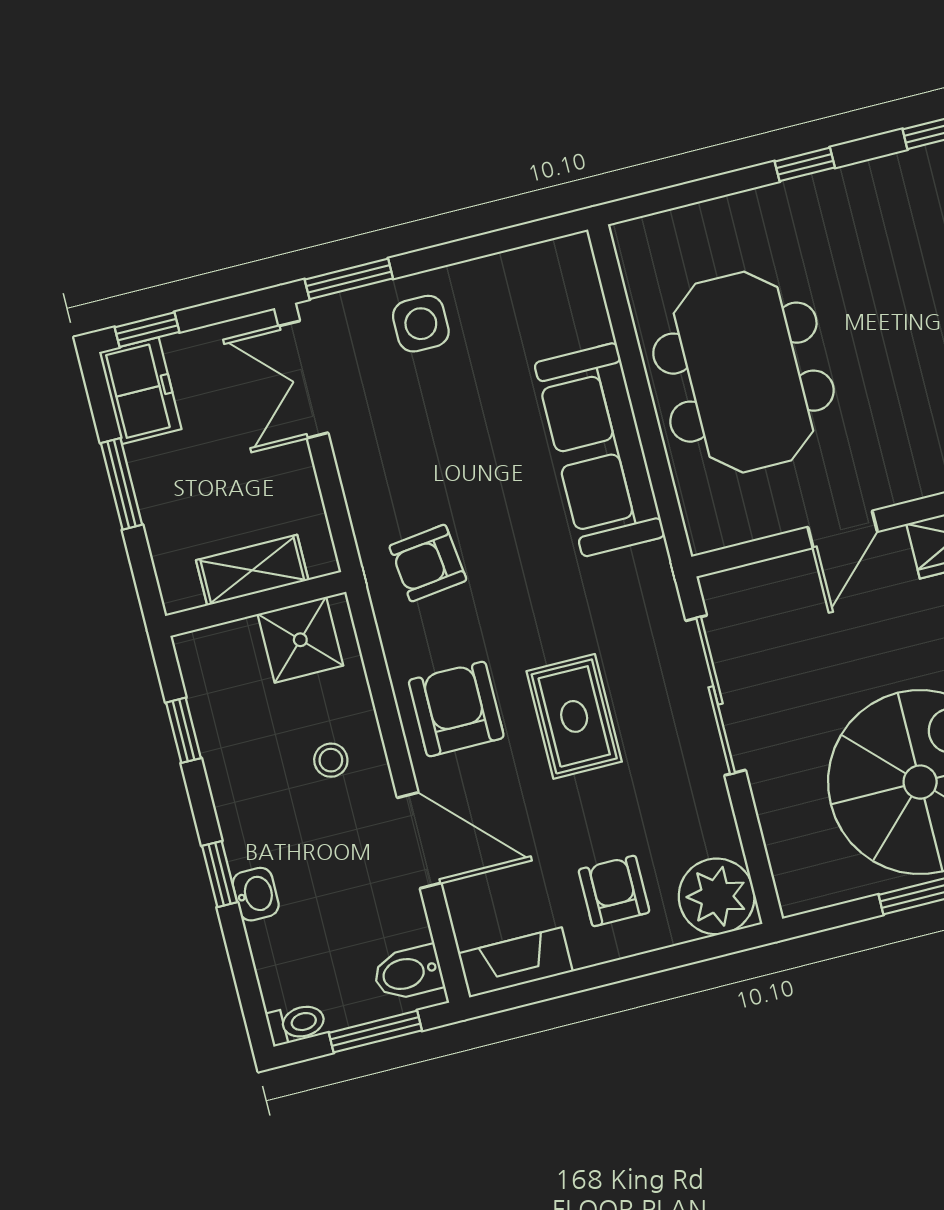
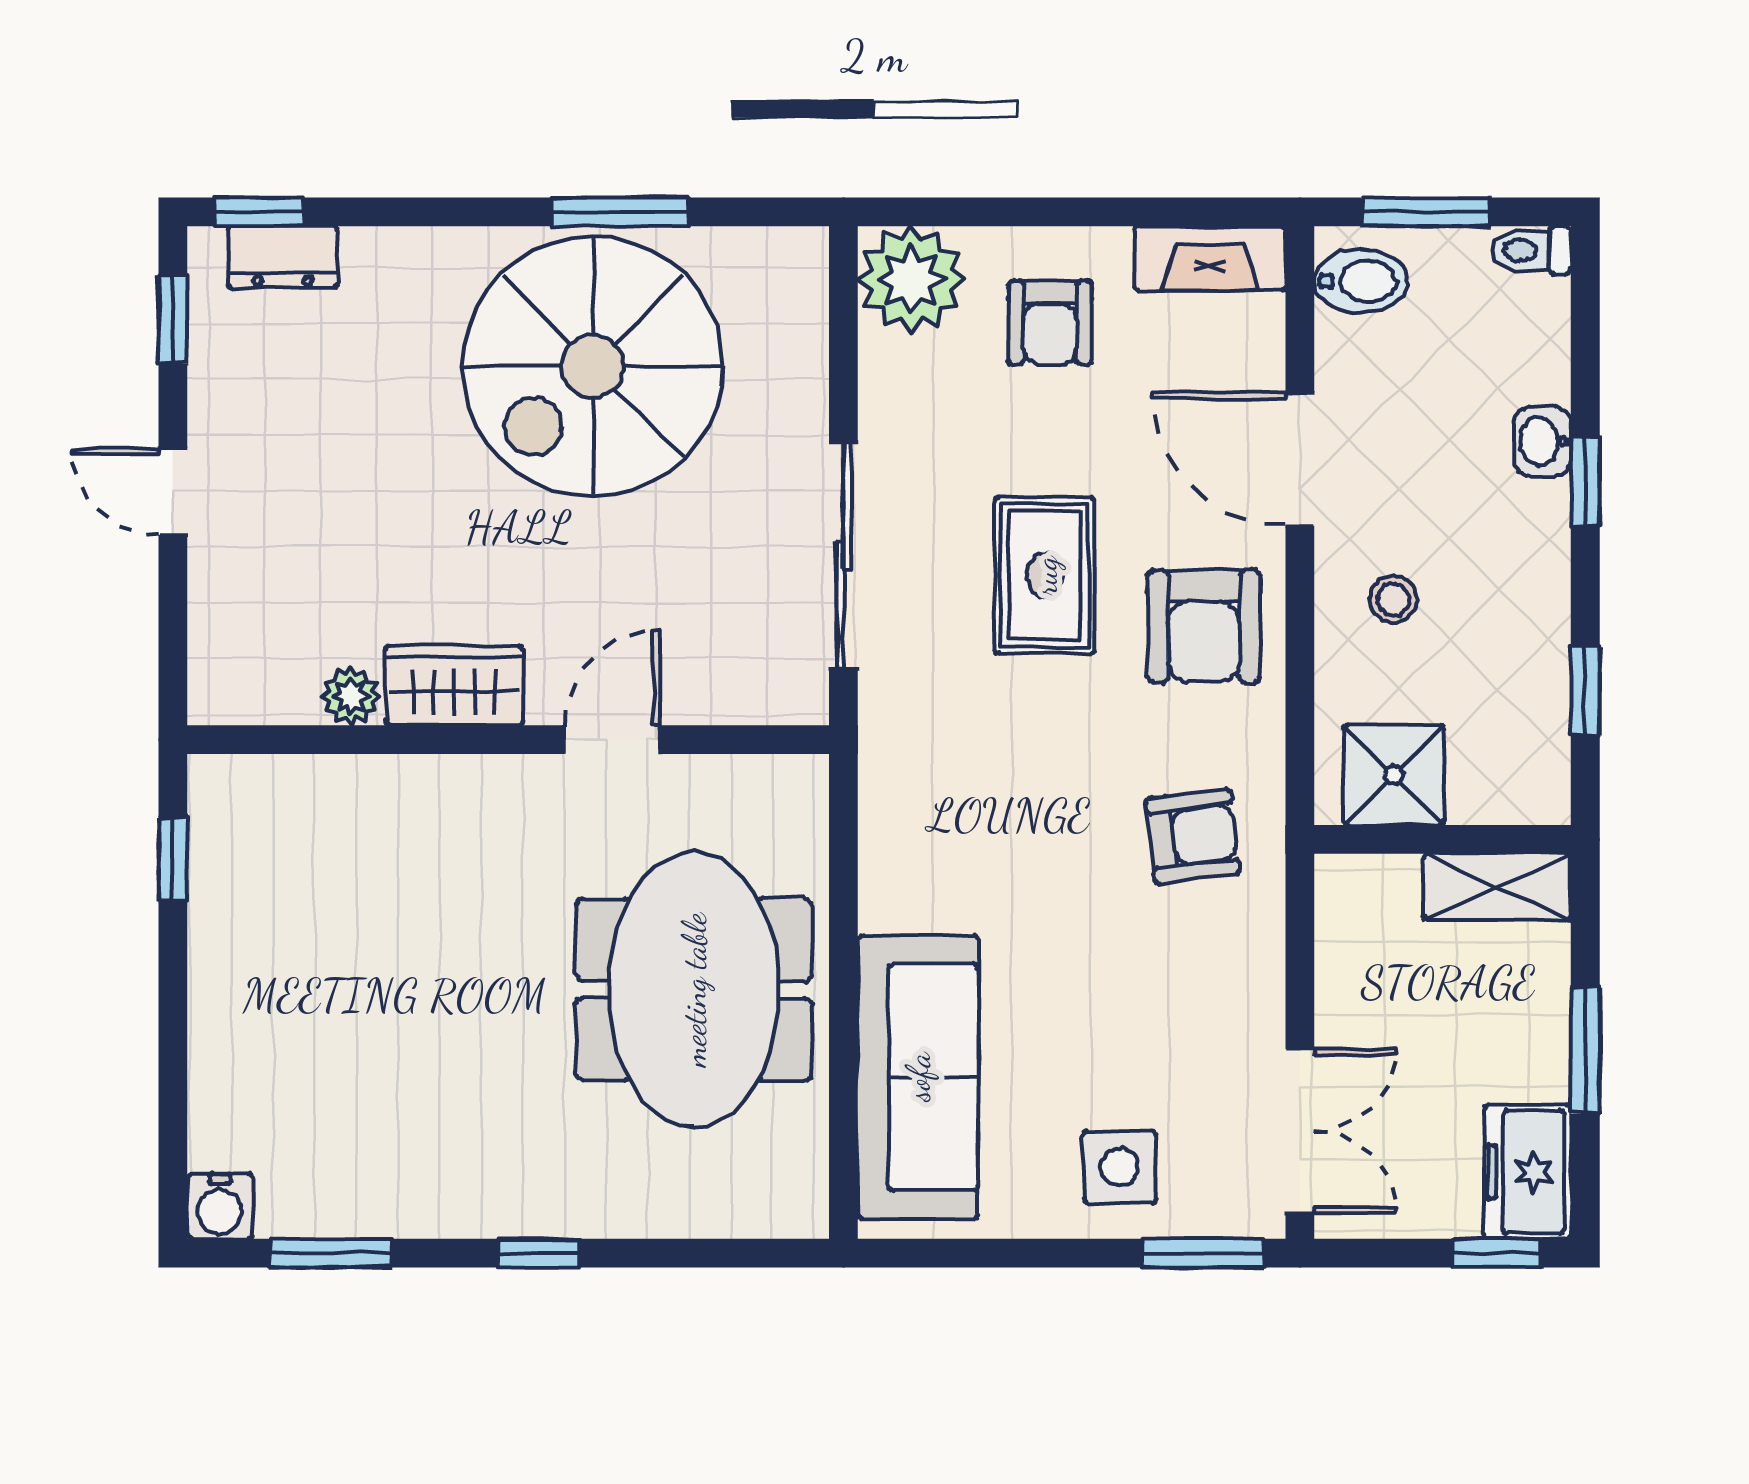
sofa: (600, 450) -> (918, 1077), moved
shelving: (252, 570) -> (1497, 887), moved

